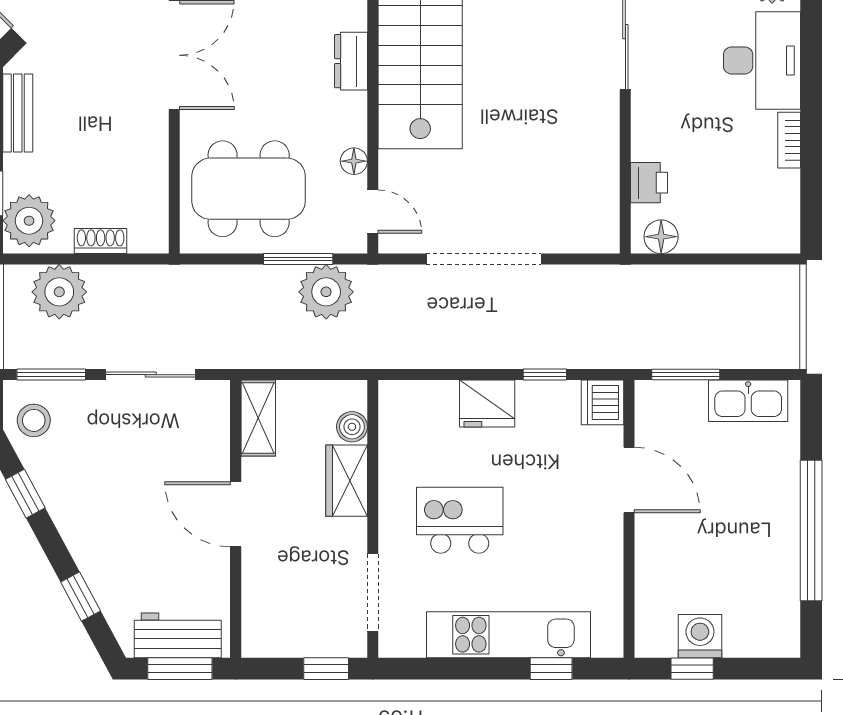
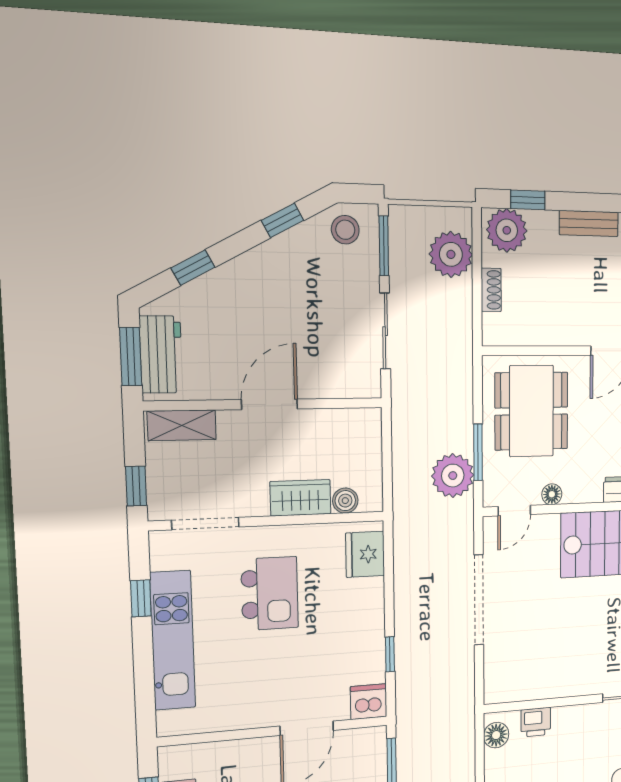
fridge: (487, 404) -> (365, 554), moved
shelving: (258, 418) -> (182, 425), moved
window: (551, 669) -> (141, 598), moved

